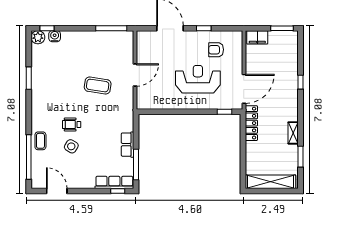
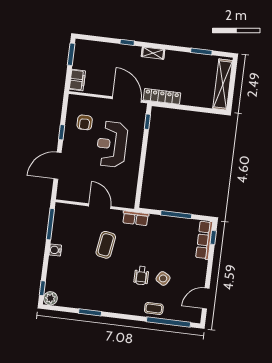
water cooler: (55, 36) -> (55, 250), moved
shelving: (293, 133) -> (153, 53), moved
row of seats: (128, 145) -> (136, 218), moved
window: (136, 164) -> (176, 215), moved

